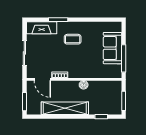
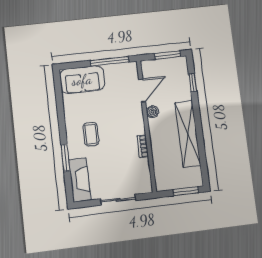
sofa: (112, 48) -> (82, 80), moved
door: (42, 79) -> (142, 90), moved

